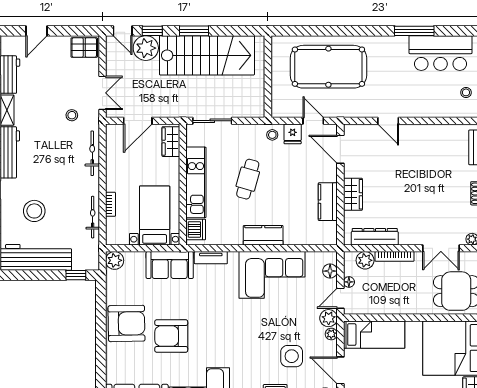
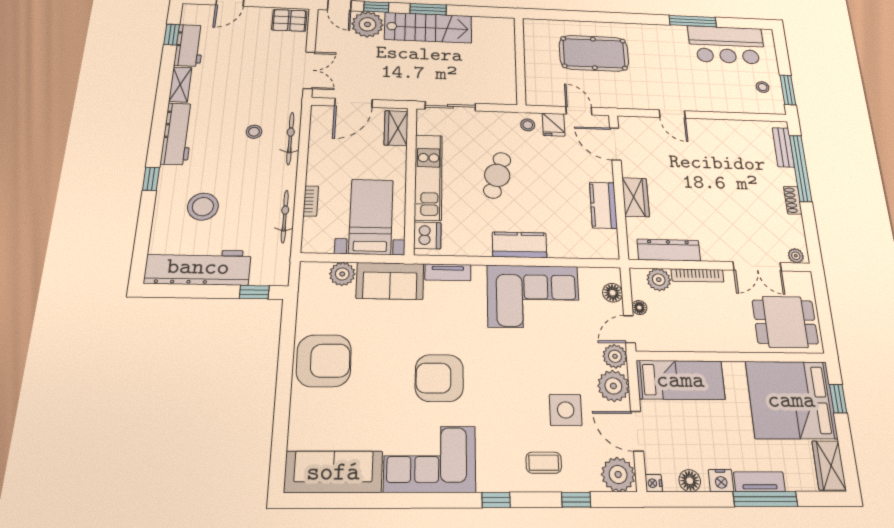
stairs: (207, 55) -> (428, 28), width x0.73, depth x0.66
pool table: (328, 67) -> (594, 53), width x0.73, depth x0.76
stool: (72, 115) -> (254, 132), moved
plant: (115, 260) -> (342, 274), moved
plant: (331, 334) -> (613, 386), width x1.88, depth x1.88
armchair: (171, 336) -> (439, 378), moved

